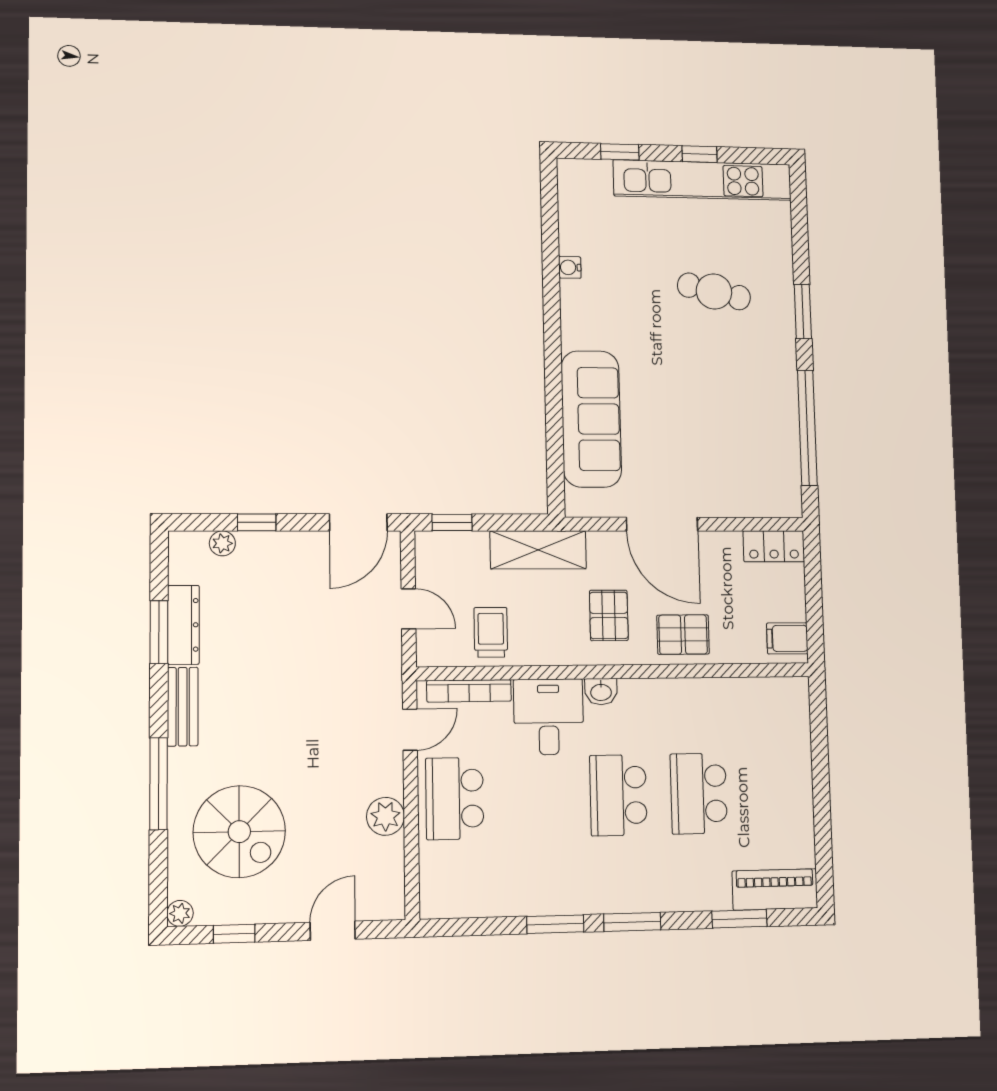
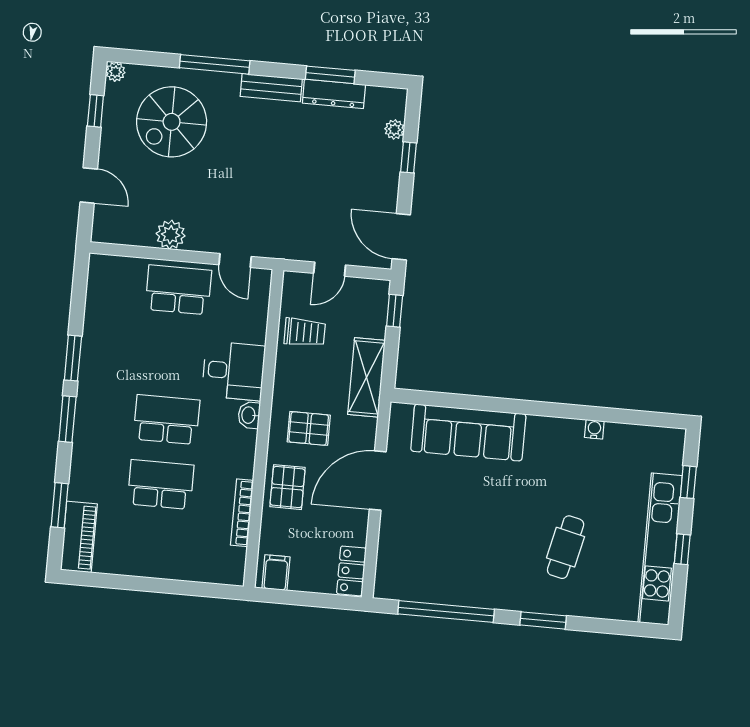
bookcase: (469, 691) -> (242, 513), moved

